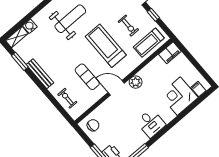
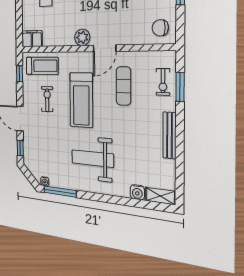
window: (153, 15) -> (20, 74), moved
window: (20, 61) -> (180, 87), moved
door: (116, 88) -> (105, 48), hinge flipped

